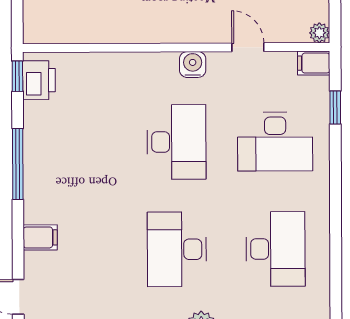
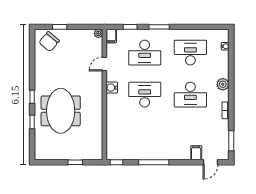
printer: (39, 80) -> (118, 153), removed
desk: (275, 142) -> (145, 53), turned 90
window: (335, 175) -> (159, 27), added
filing cabinet: (40, 237) -> (196, 153), moved

